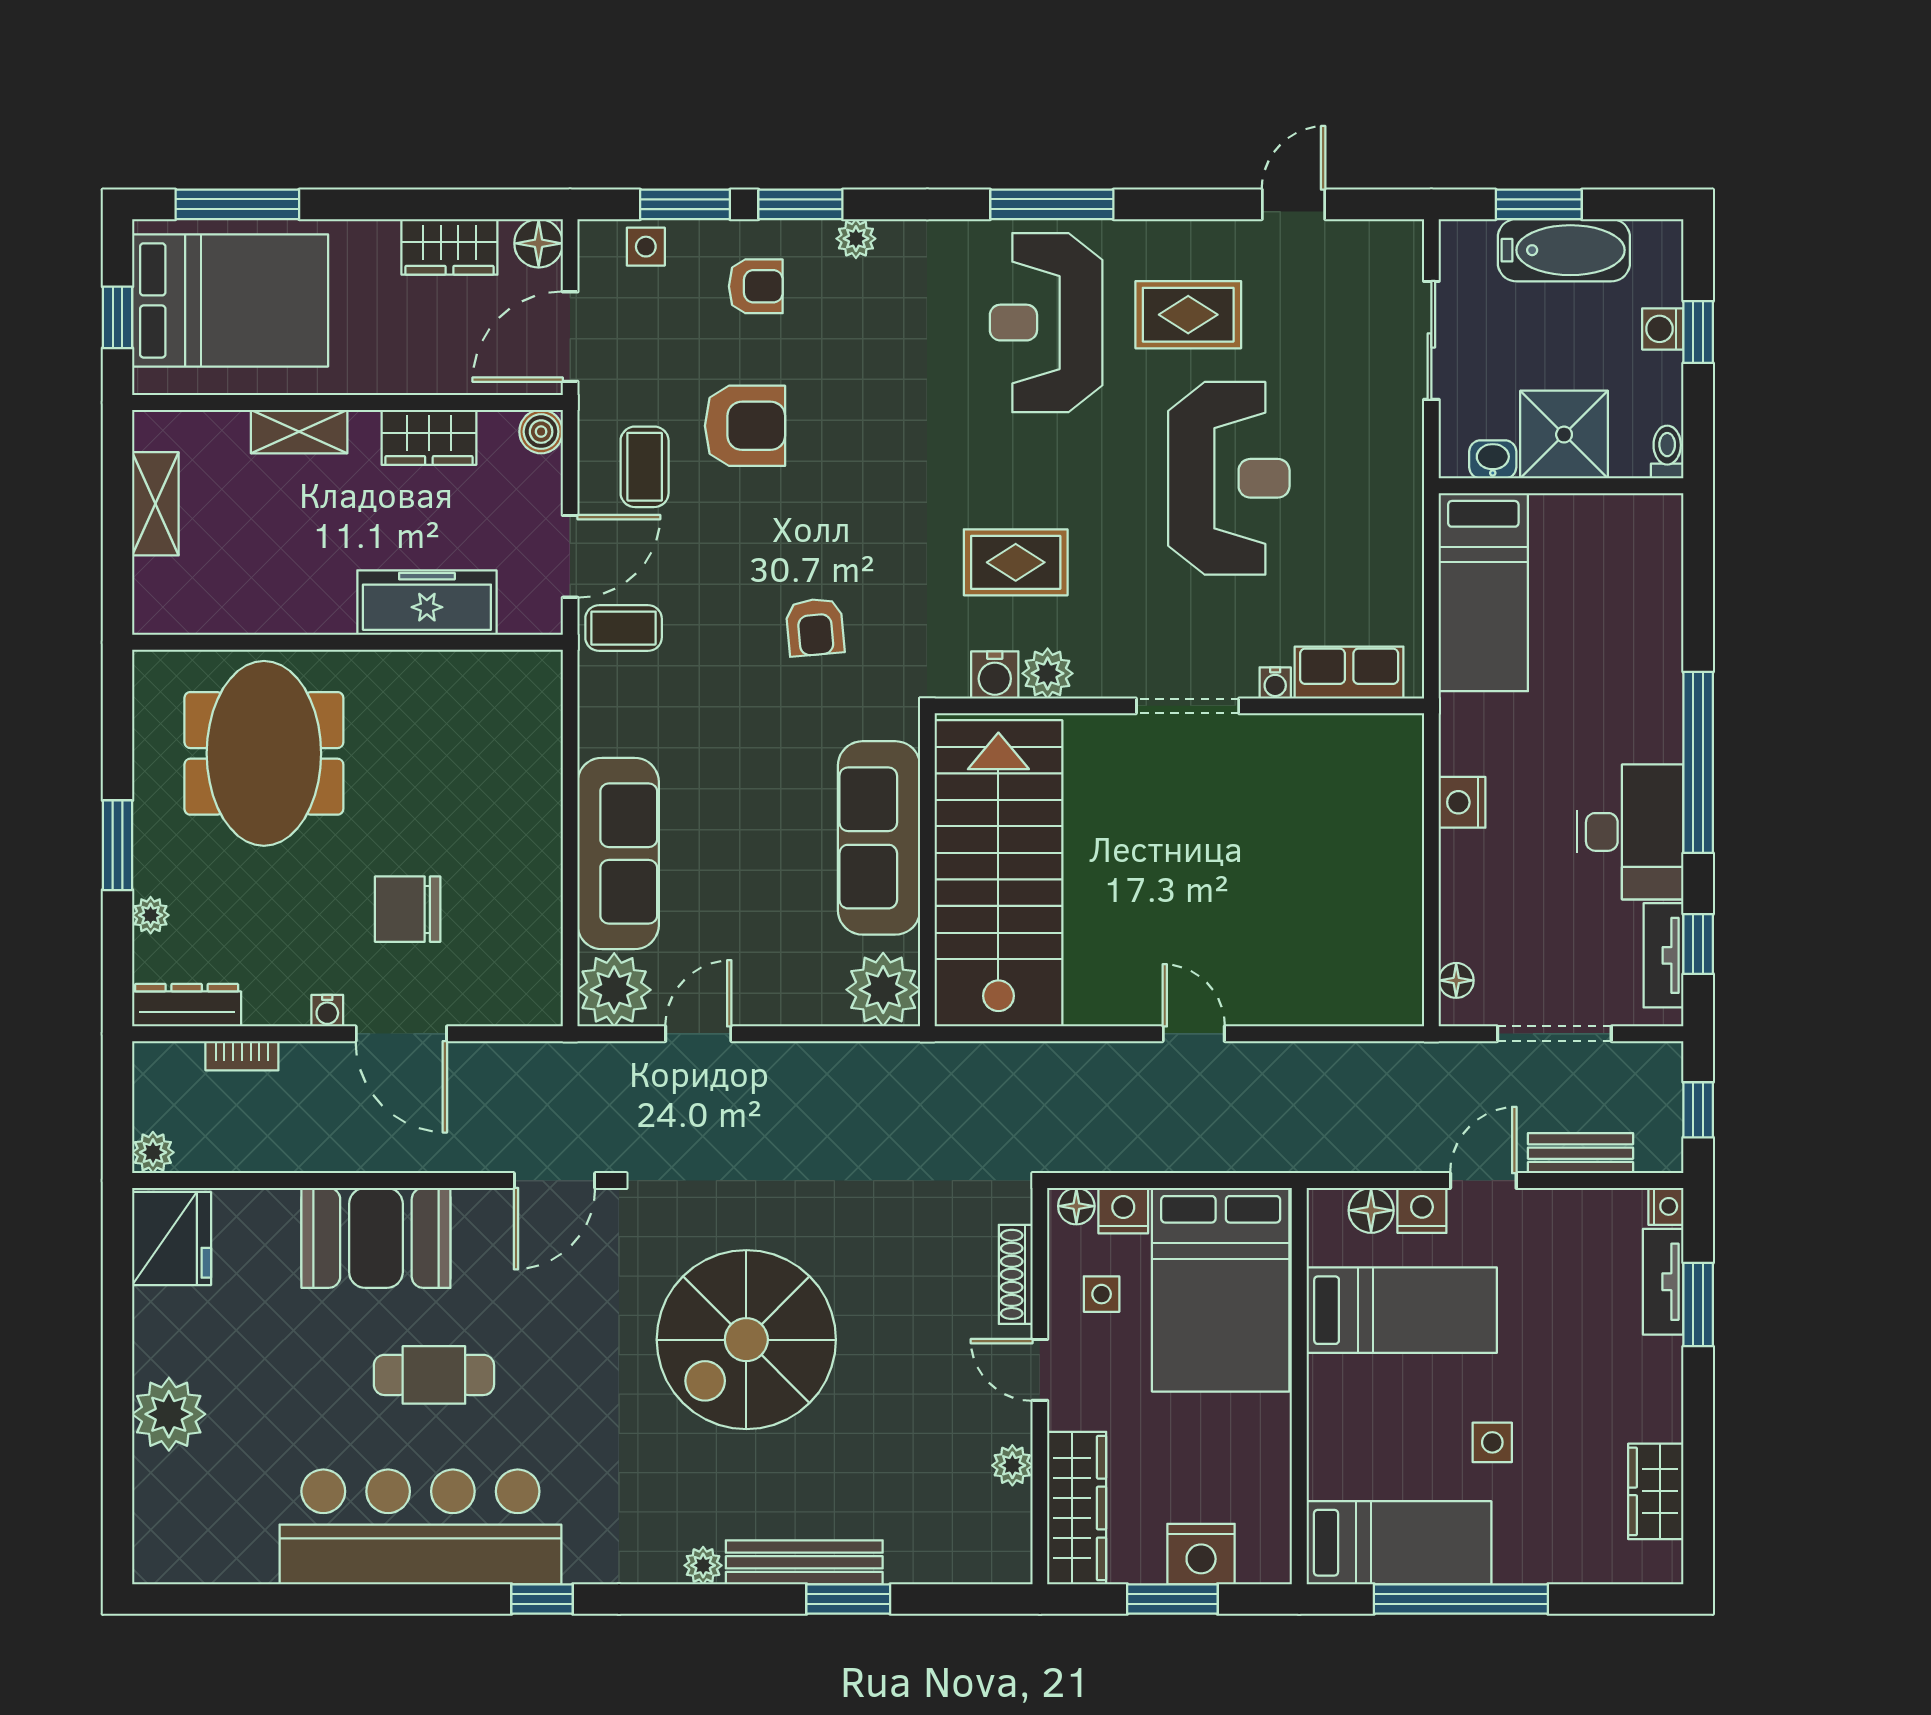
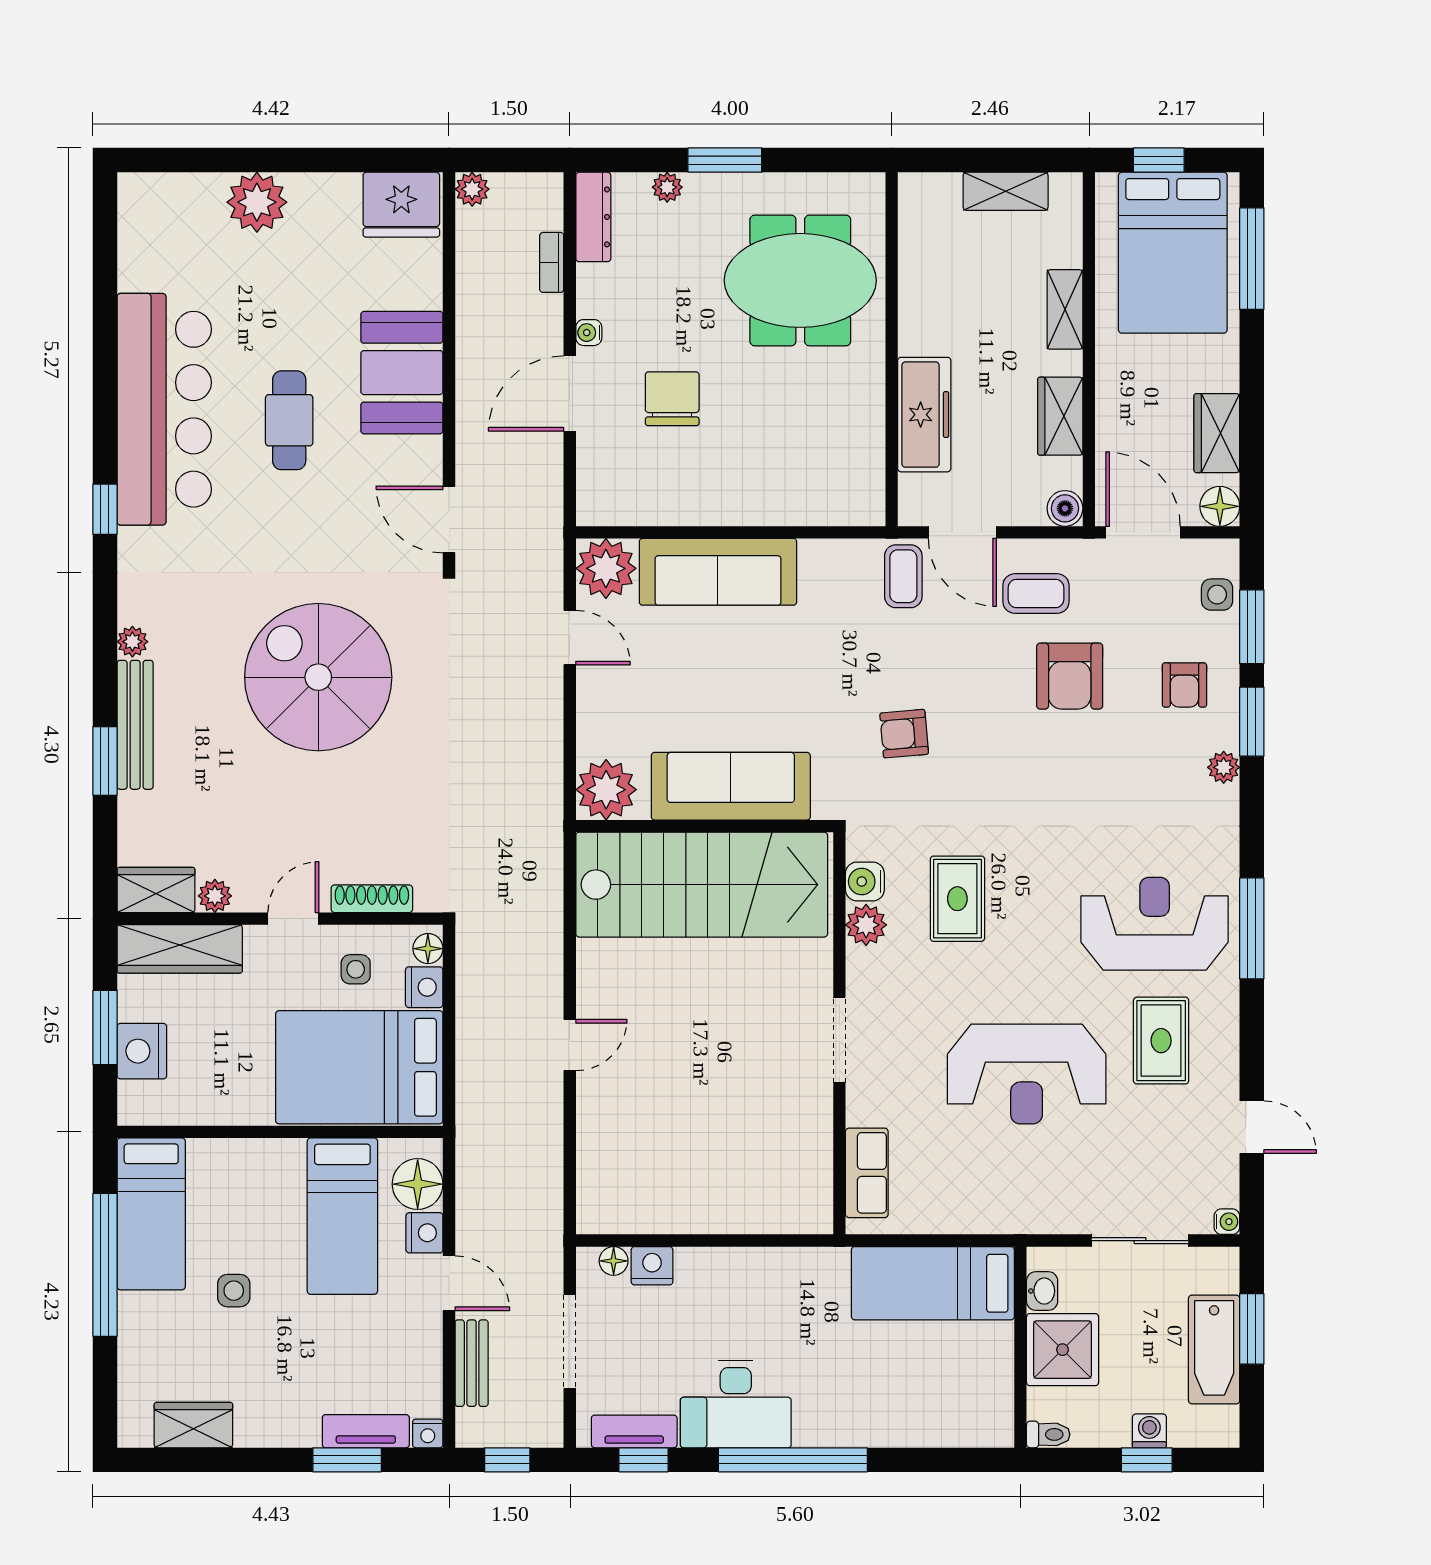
water cooler: (1275, 683) -> (1227, 1222), moved, turned 180
nightstand: (1462, 802) -> (652, 1266), moved
floor lamp: (1371, 1210) -> (418, 1184), width x1.38, depth x1.38
wardrobe: (1005, 1537) -> (156, 890), added

